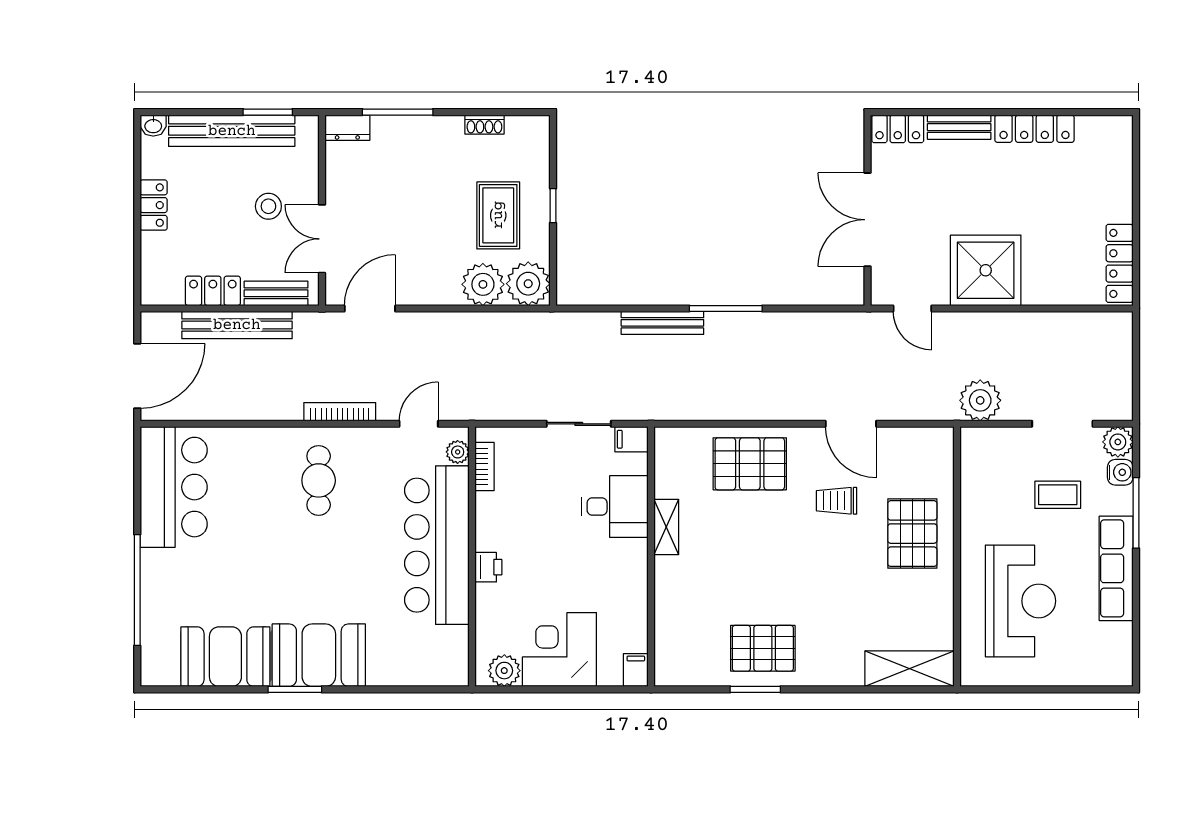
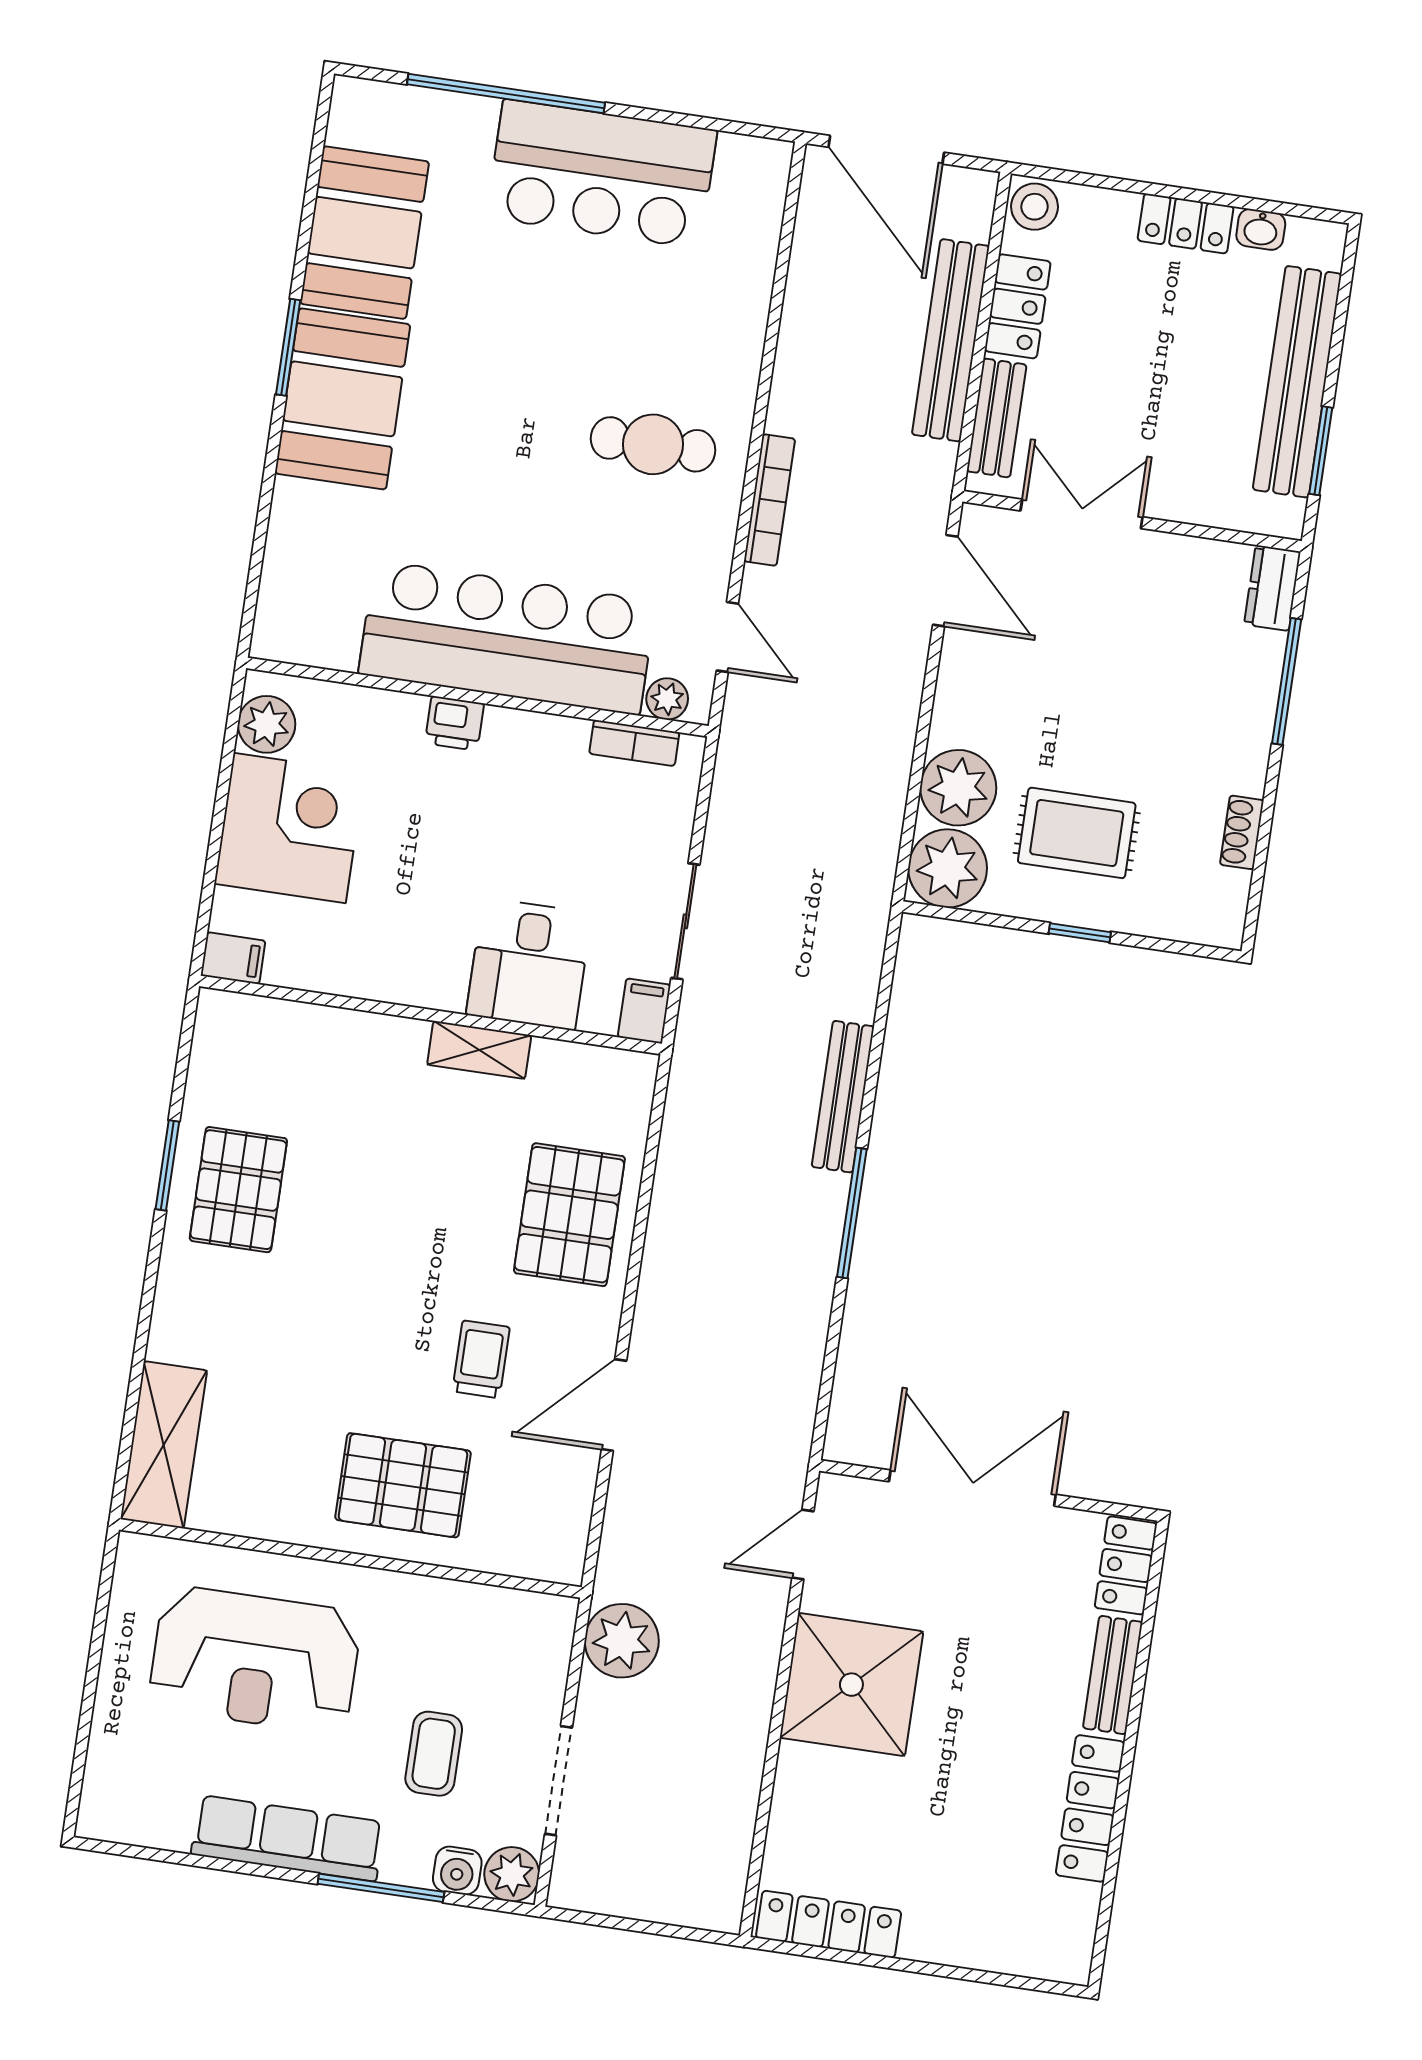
washbasin: (153, 126) -> (1261, 229), moved, turned -90
stool: (268, 206) -> (1034, 207), moved
bar counter: (174, 487) -> (602, 174), moved

